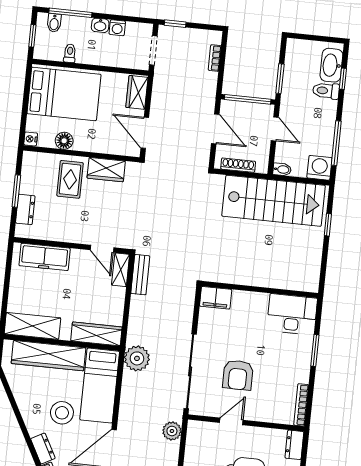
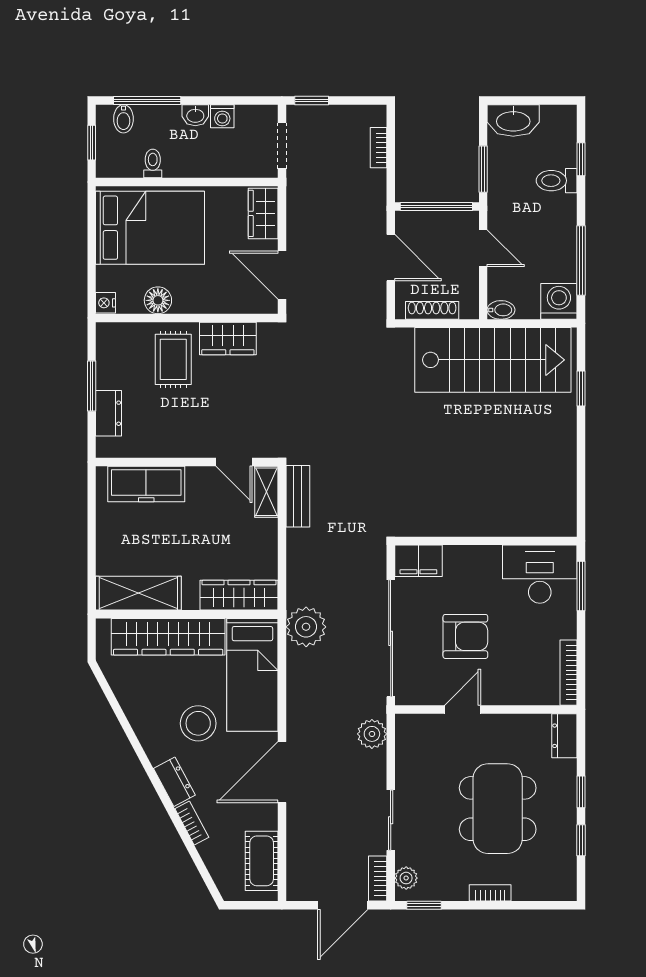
washbasin: (331, 65) -> (513, 120), moved, turned -90
wall: (260, 290) -> (486, 541), moved
filing cabinet: (216, 298) -> (418, 561), moved
desk: (292, 314) -> (540, 574), moved
armchair: (238, 375) -> (465, 636), turned -90

